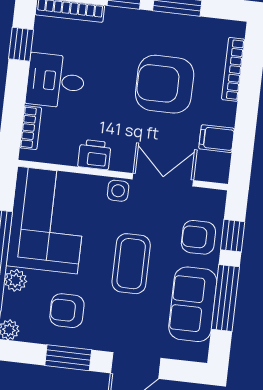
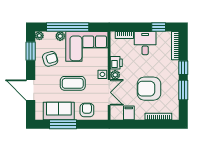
armchair: (165, 84) -> (149, 89), turned -90
plant: (123, 160) -> (115, 75), added
window: (233, 236) -> (89, 124), removed
armchair: (67, 311) -> (50, 59), turned 72
window: (68, 358) -> (31, 51), moved

